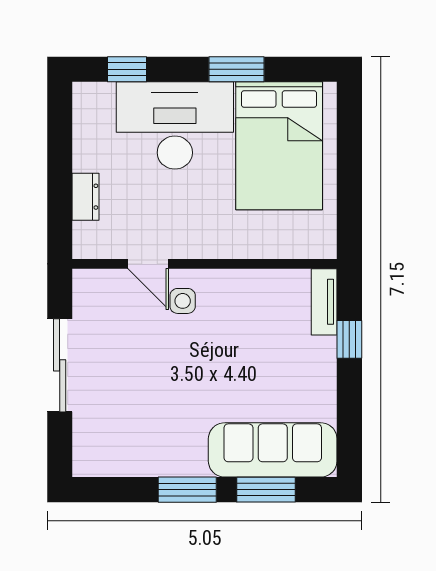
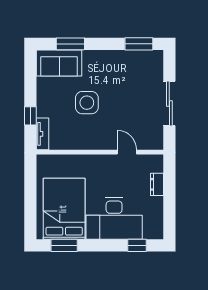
window: (236, 69) -> (64, 245), moved
side table: (183, 301) -> (87, 103), moved, width x1.87, depth x1.87
sofa: (273, 450) -> (59, 63), width x0.73
window: (187, 490) -> (139, 44), moved

